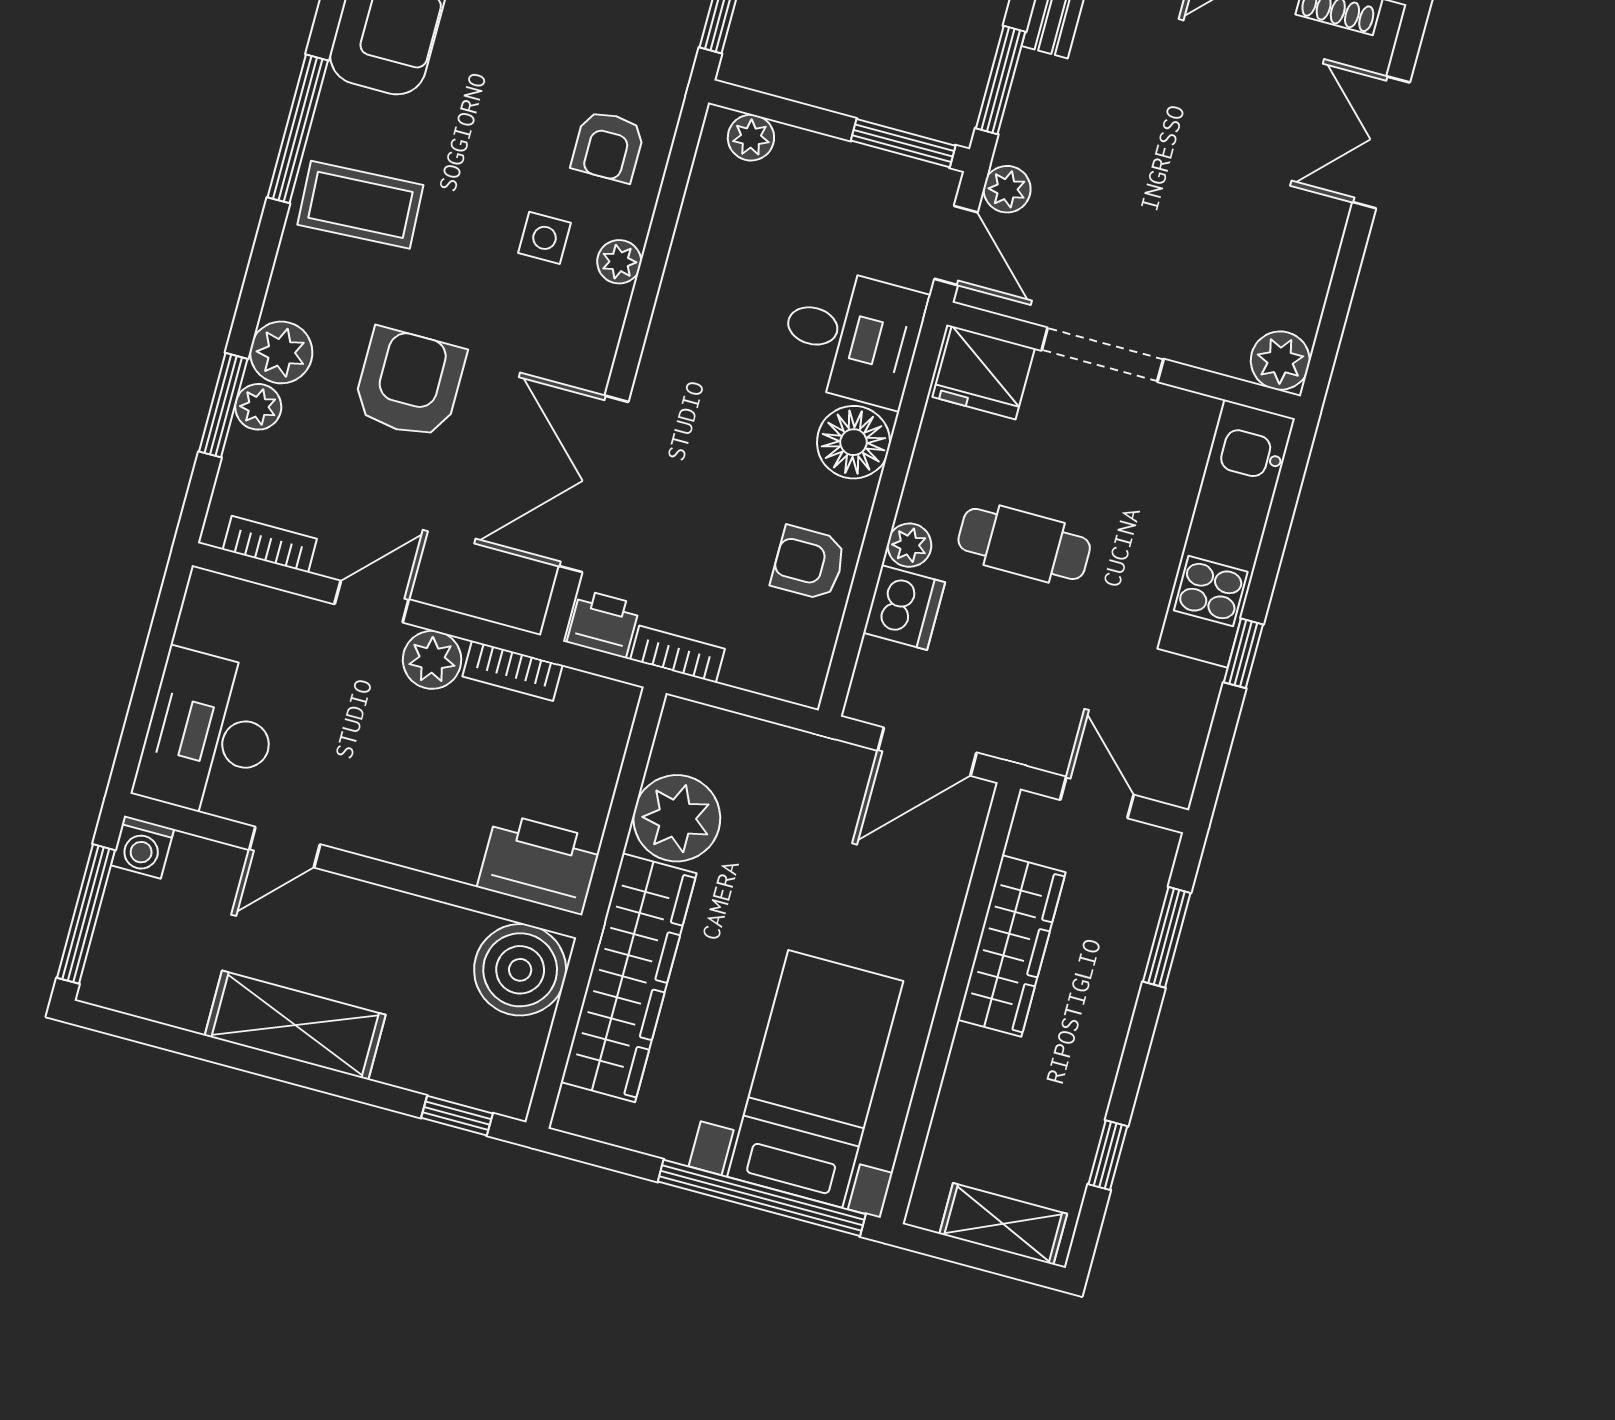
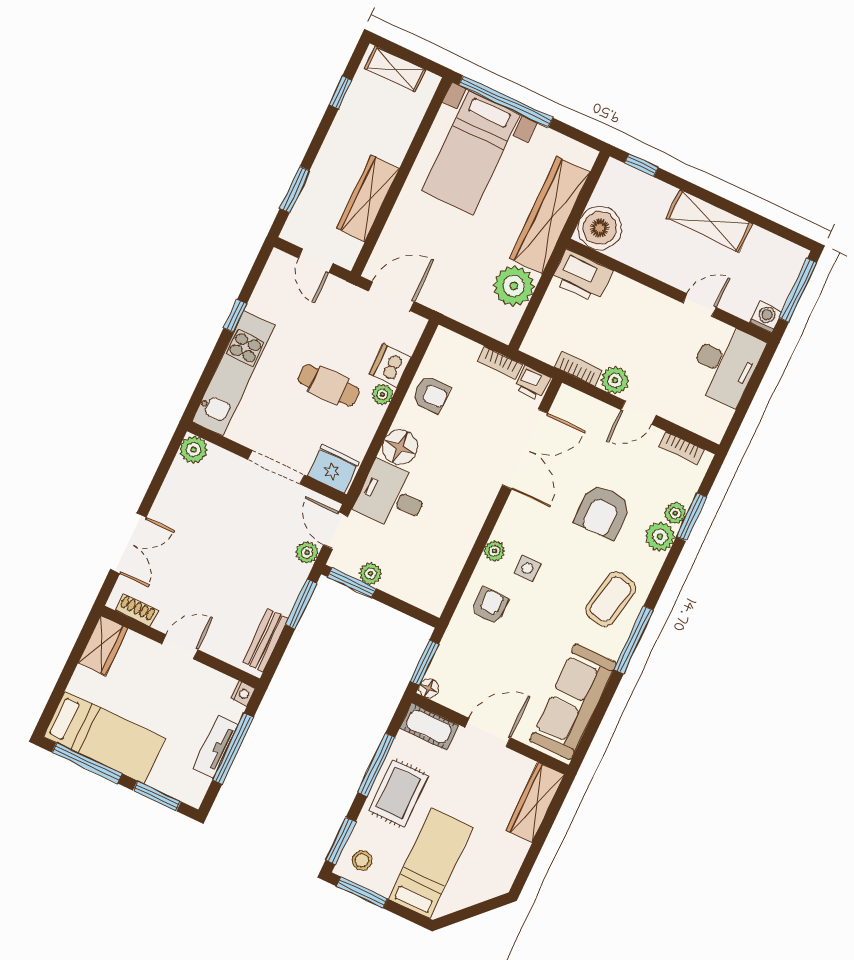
plant: (751, 138) -> (371, 574), moved
coffee table: (360, 205) -> (611, 599), turned -76

